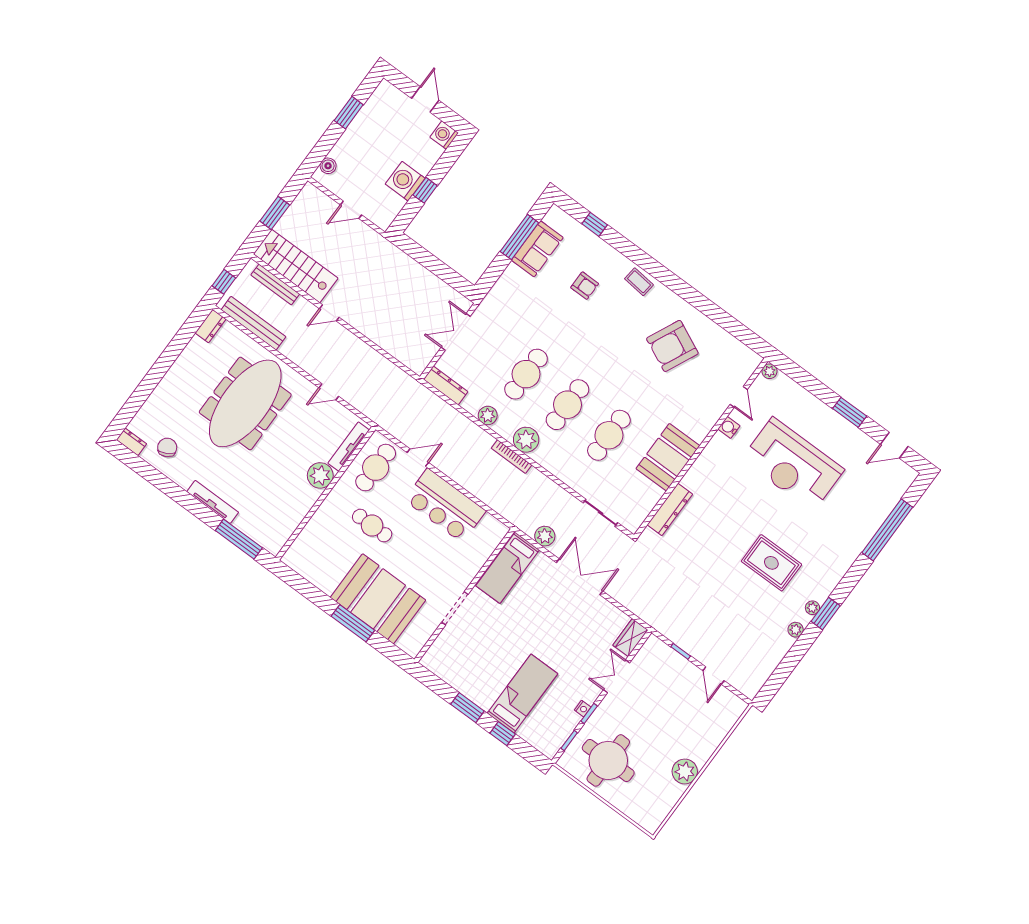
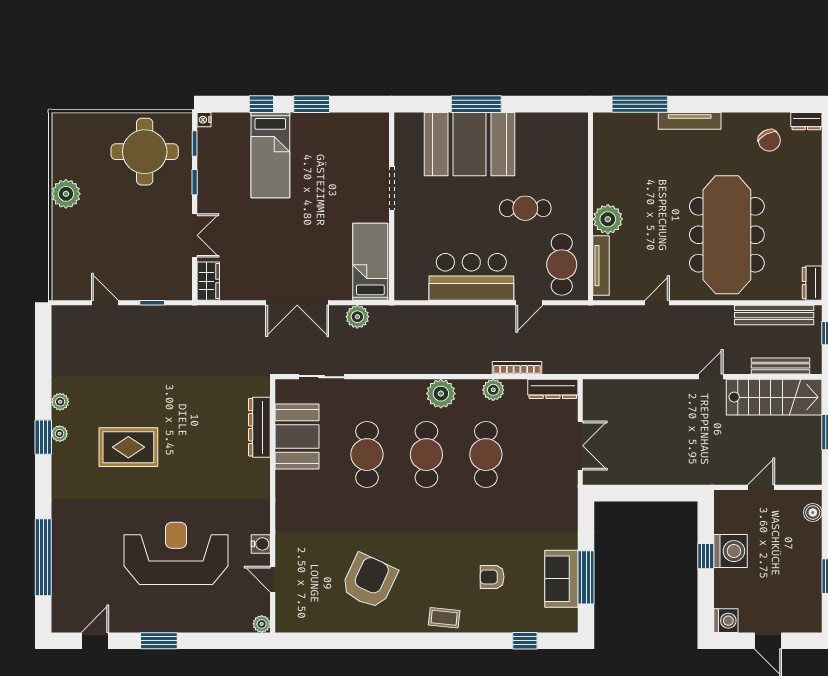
bookcase: (512, 457) -> (517, 368), moved
booth: (668, 457) -> (297, 436), moved
nightstand: (583, 709) -> (204, 120), moved

